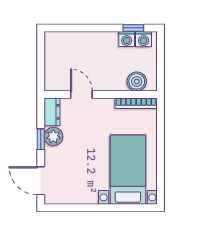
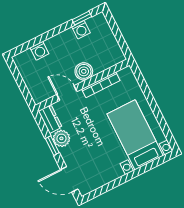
washing machine: (144, 39) -> (39, 51), moved
boiler: (137, 81) -> (84, 71), moved
bookcase: (136, 103) -> (101, 85), moved

